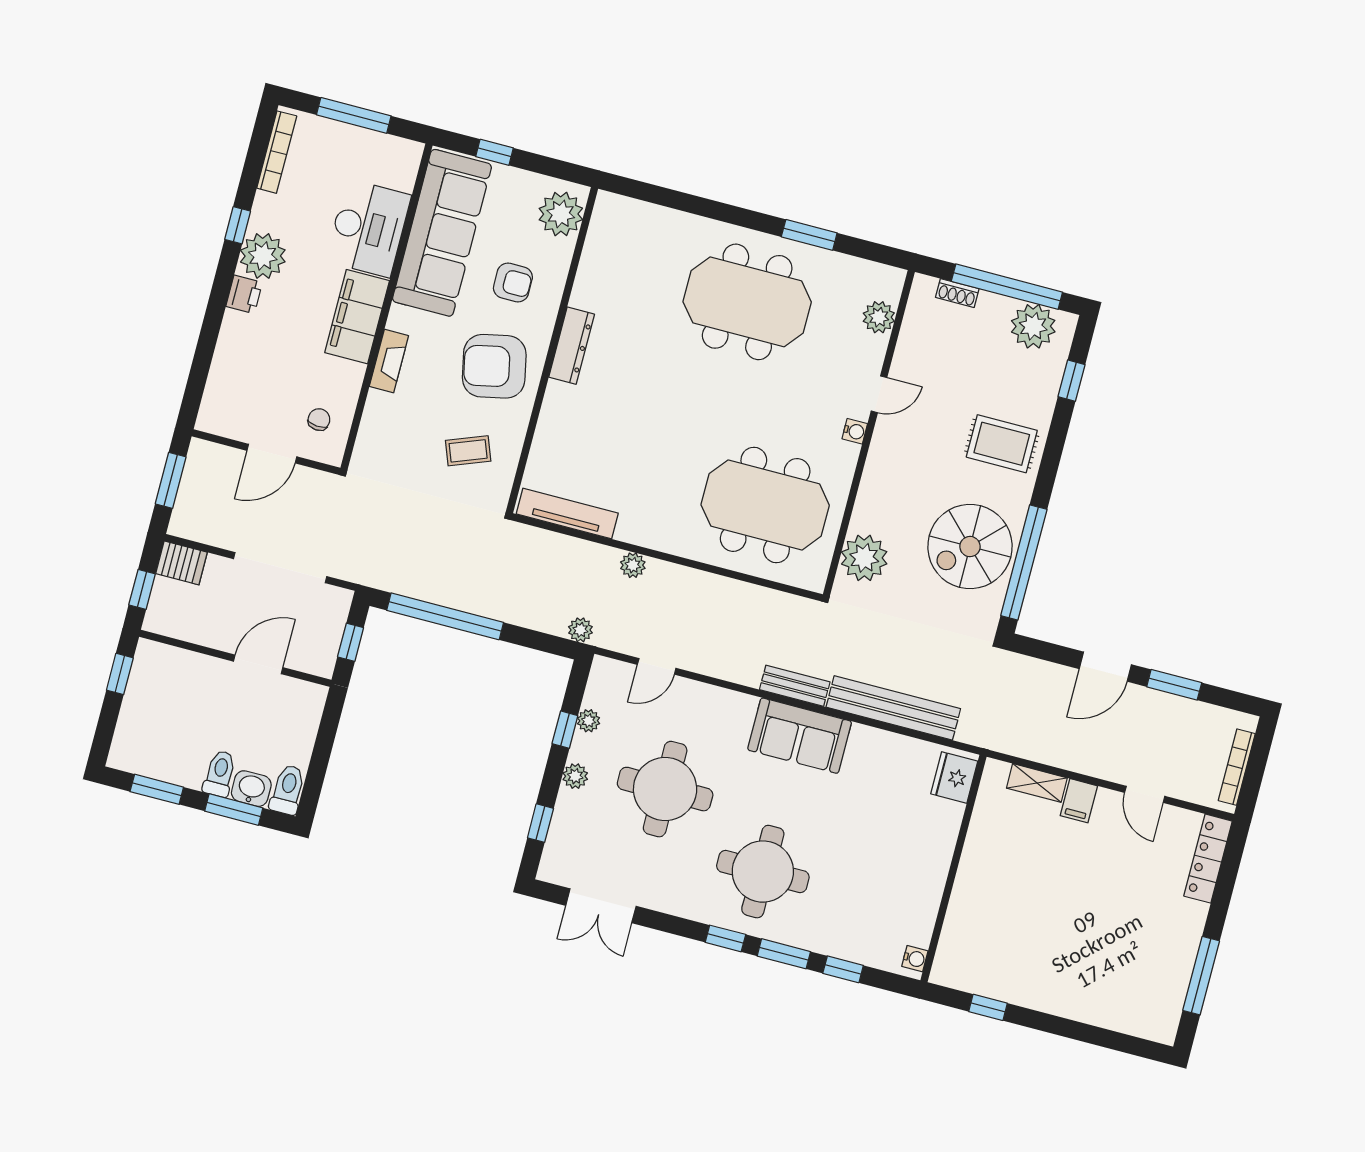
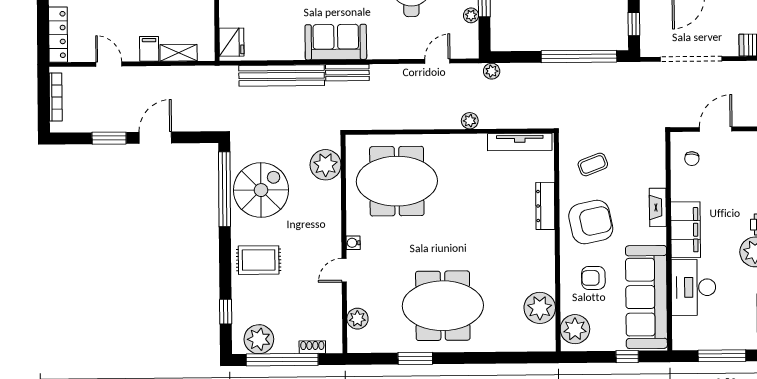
plant: (604, 260) -> (540, 308), added
dresser: (572, 346) -> (545, 206), moved

